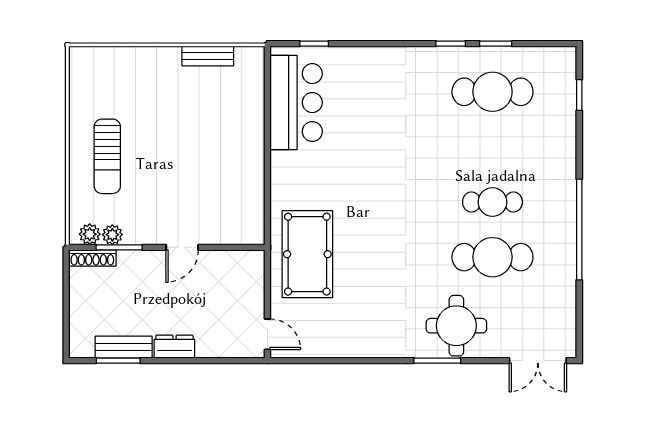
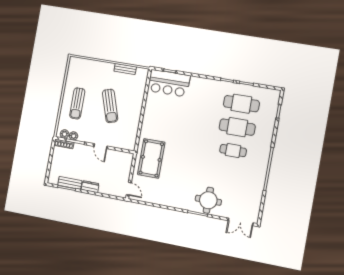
bar counter: (296, 103) -> (169, 83), moved, turned 90
sun lounger: (188, 149) -> (110, 106), added
door: (182, 247) -> (101, 146), hinge flipped
cafe table: (492, 257) -> (237, 127), moved

